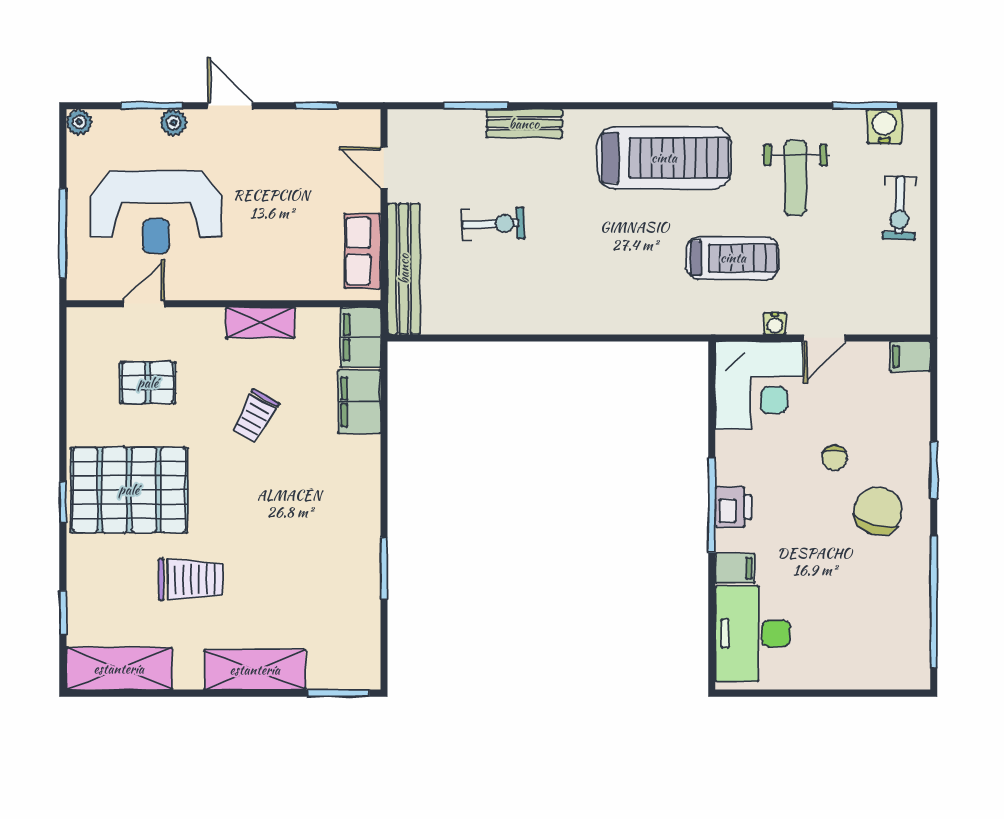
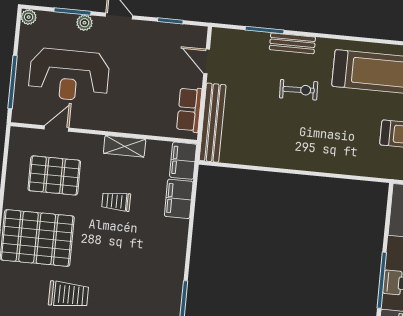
exercise bike: (493, 224) -> (299, 90), moved
pallet: (148, 383) -> (54, 175), width x1.50, depth x1.42
trolley: (255, 416) -> (116, 201), turned 61

